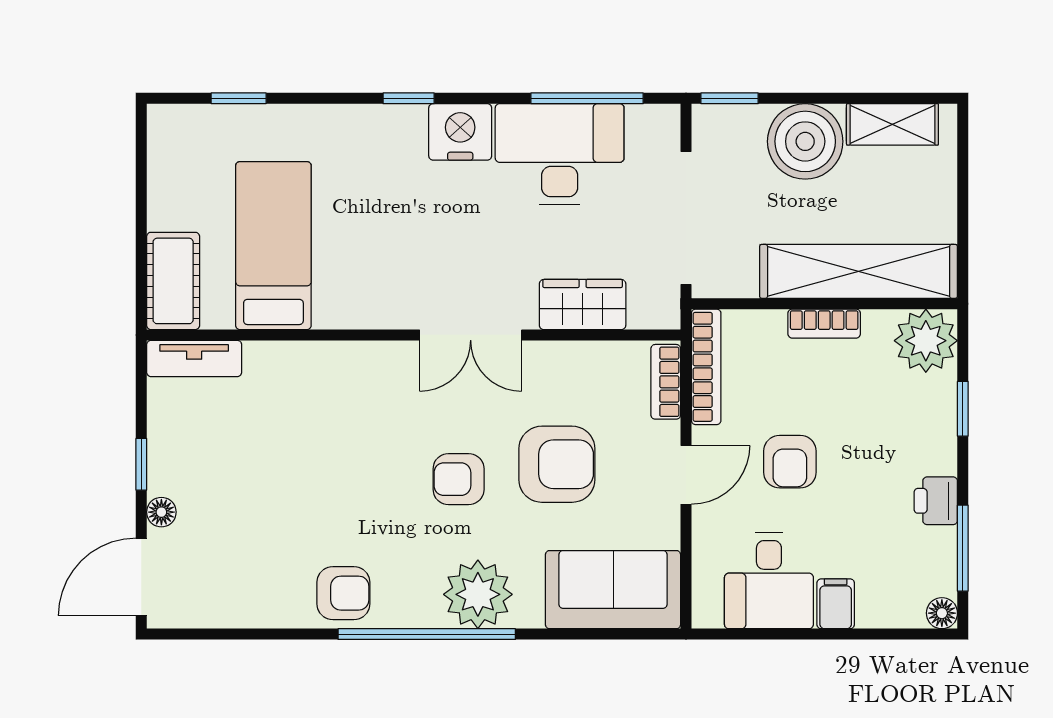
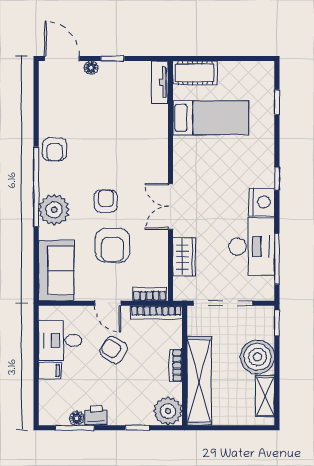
armchair: (790, 462) -> (114, 350), turned 31
floor lamp: (942, 613) -> (77, 418), moved

